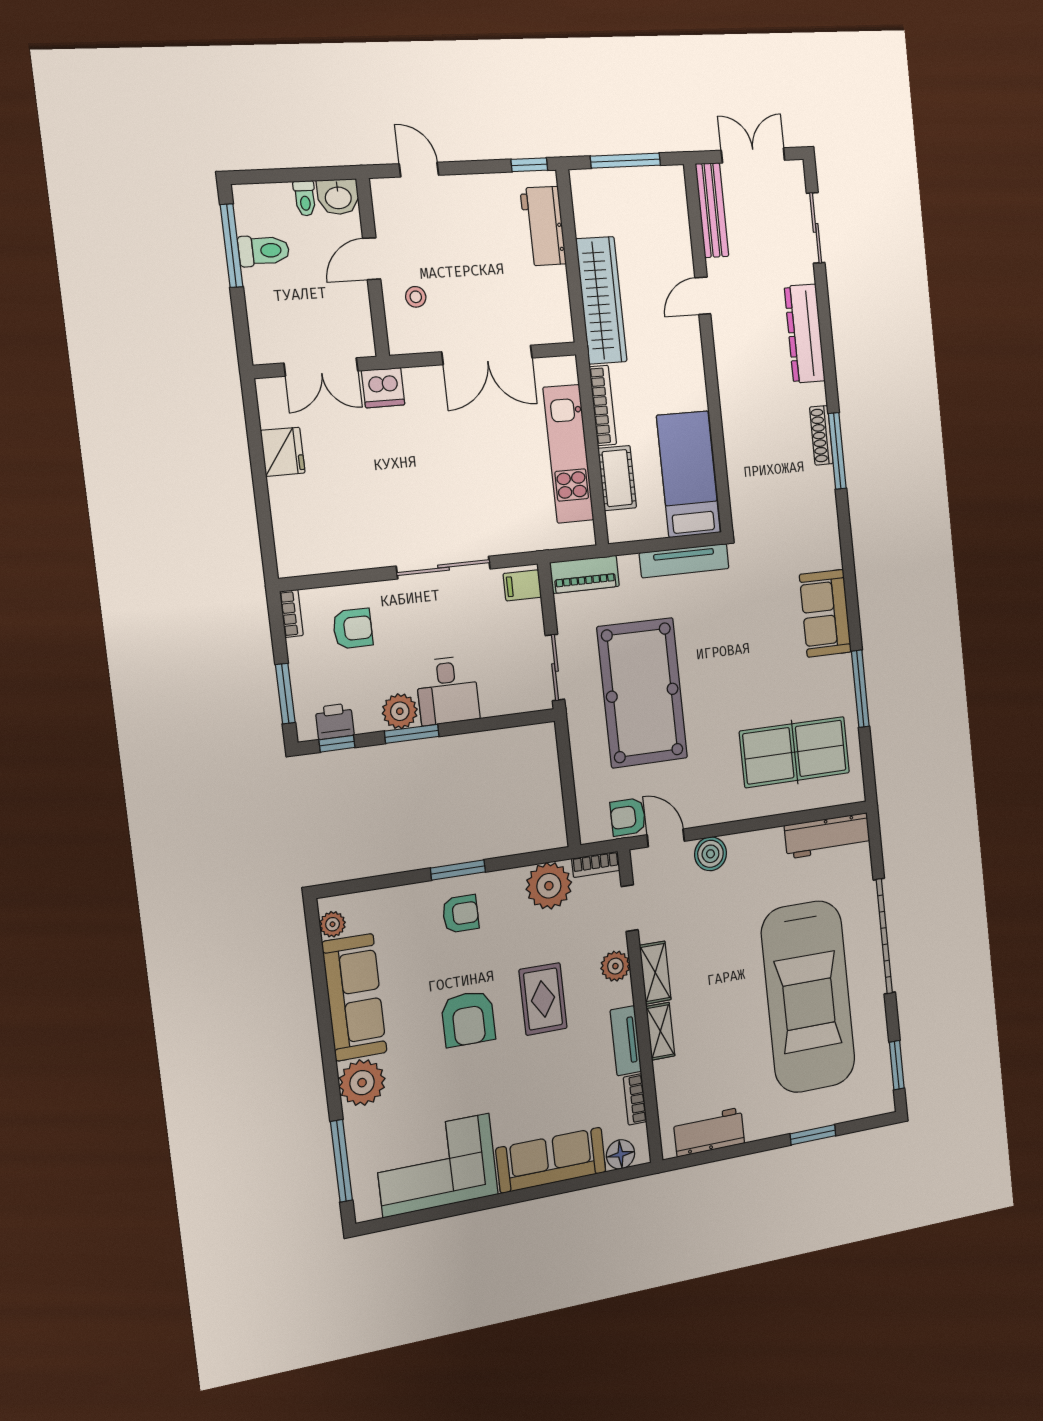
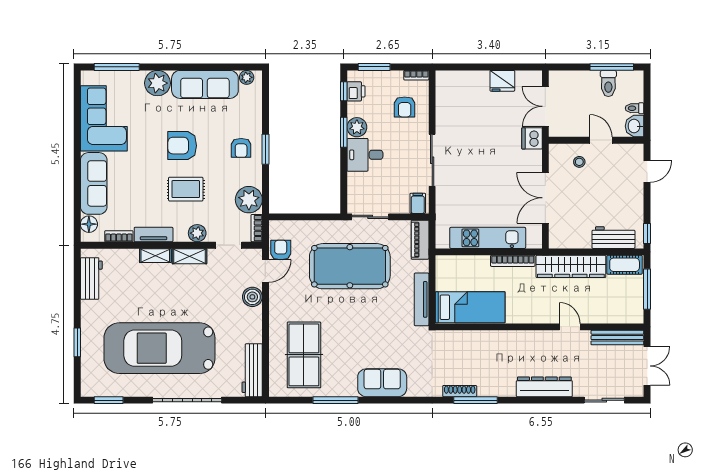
shoe rack: (821, 435) -> (460, 391), moved
cot: (617, 478) -> (625, 265), moved

